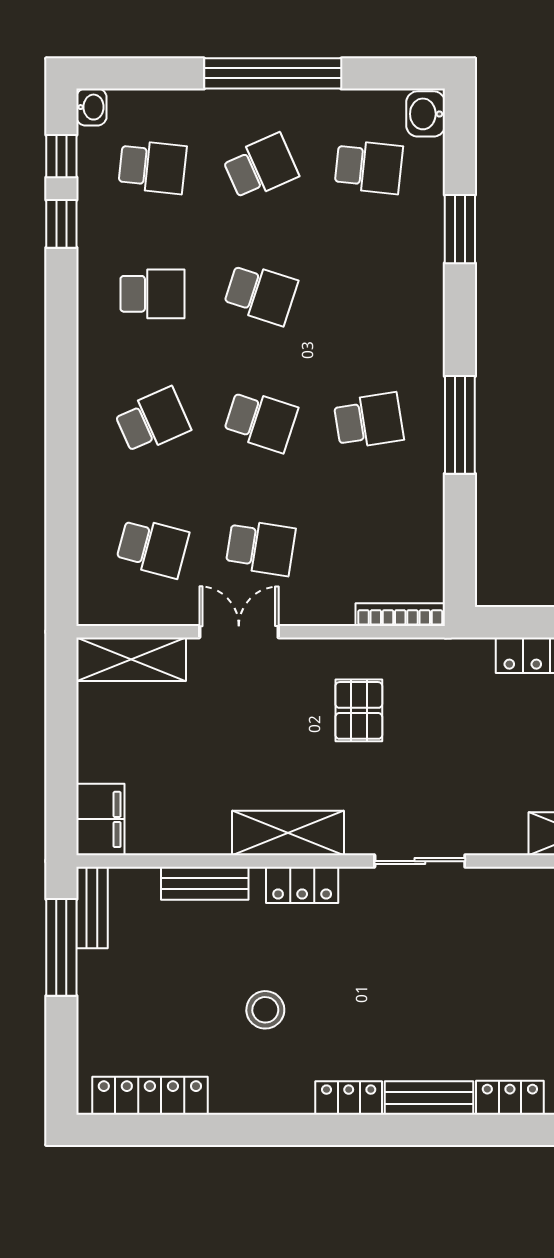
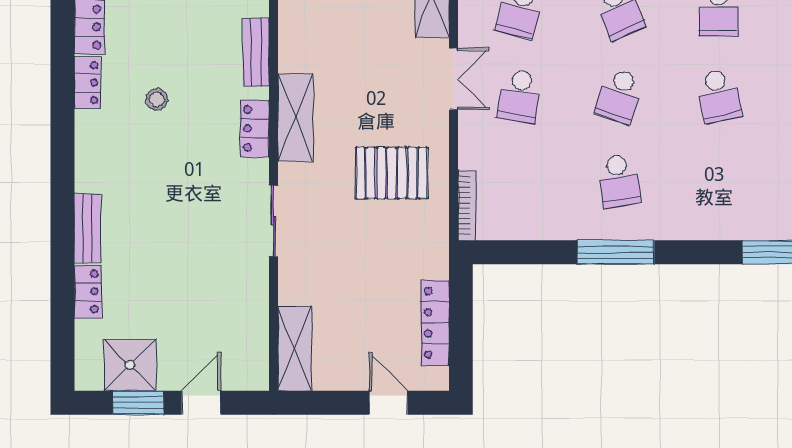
school desk: (261, 294) -> (719, 96), turned -30
pallet: (359, 710) -> (392, 173), width x1.50, depth x1.42
stool: (265, 1010) -> (157, 100), width x0.73, depth x0.73
locker: (349, 1098) -> (87, 83), moved

